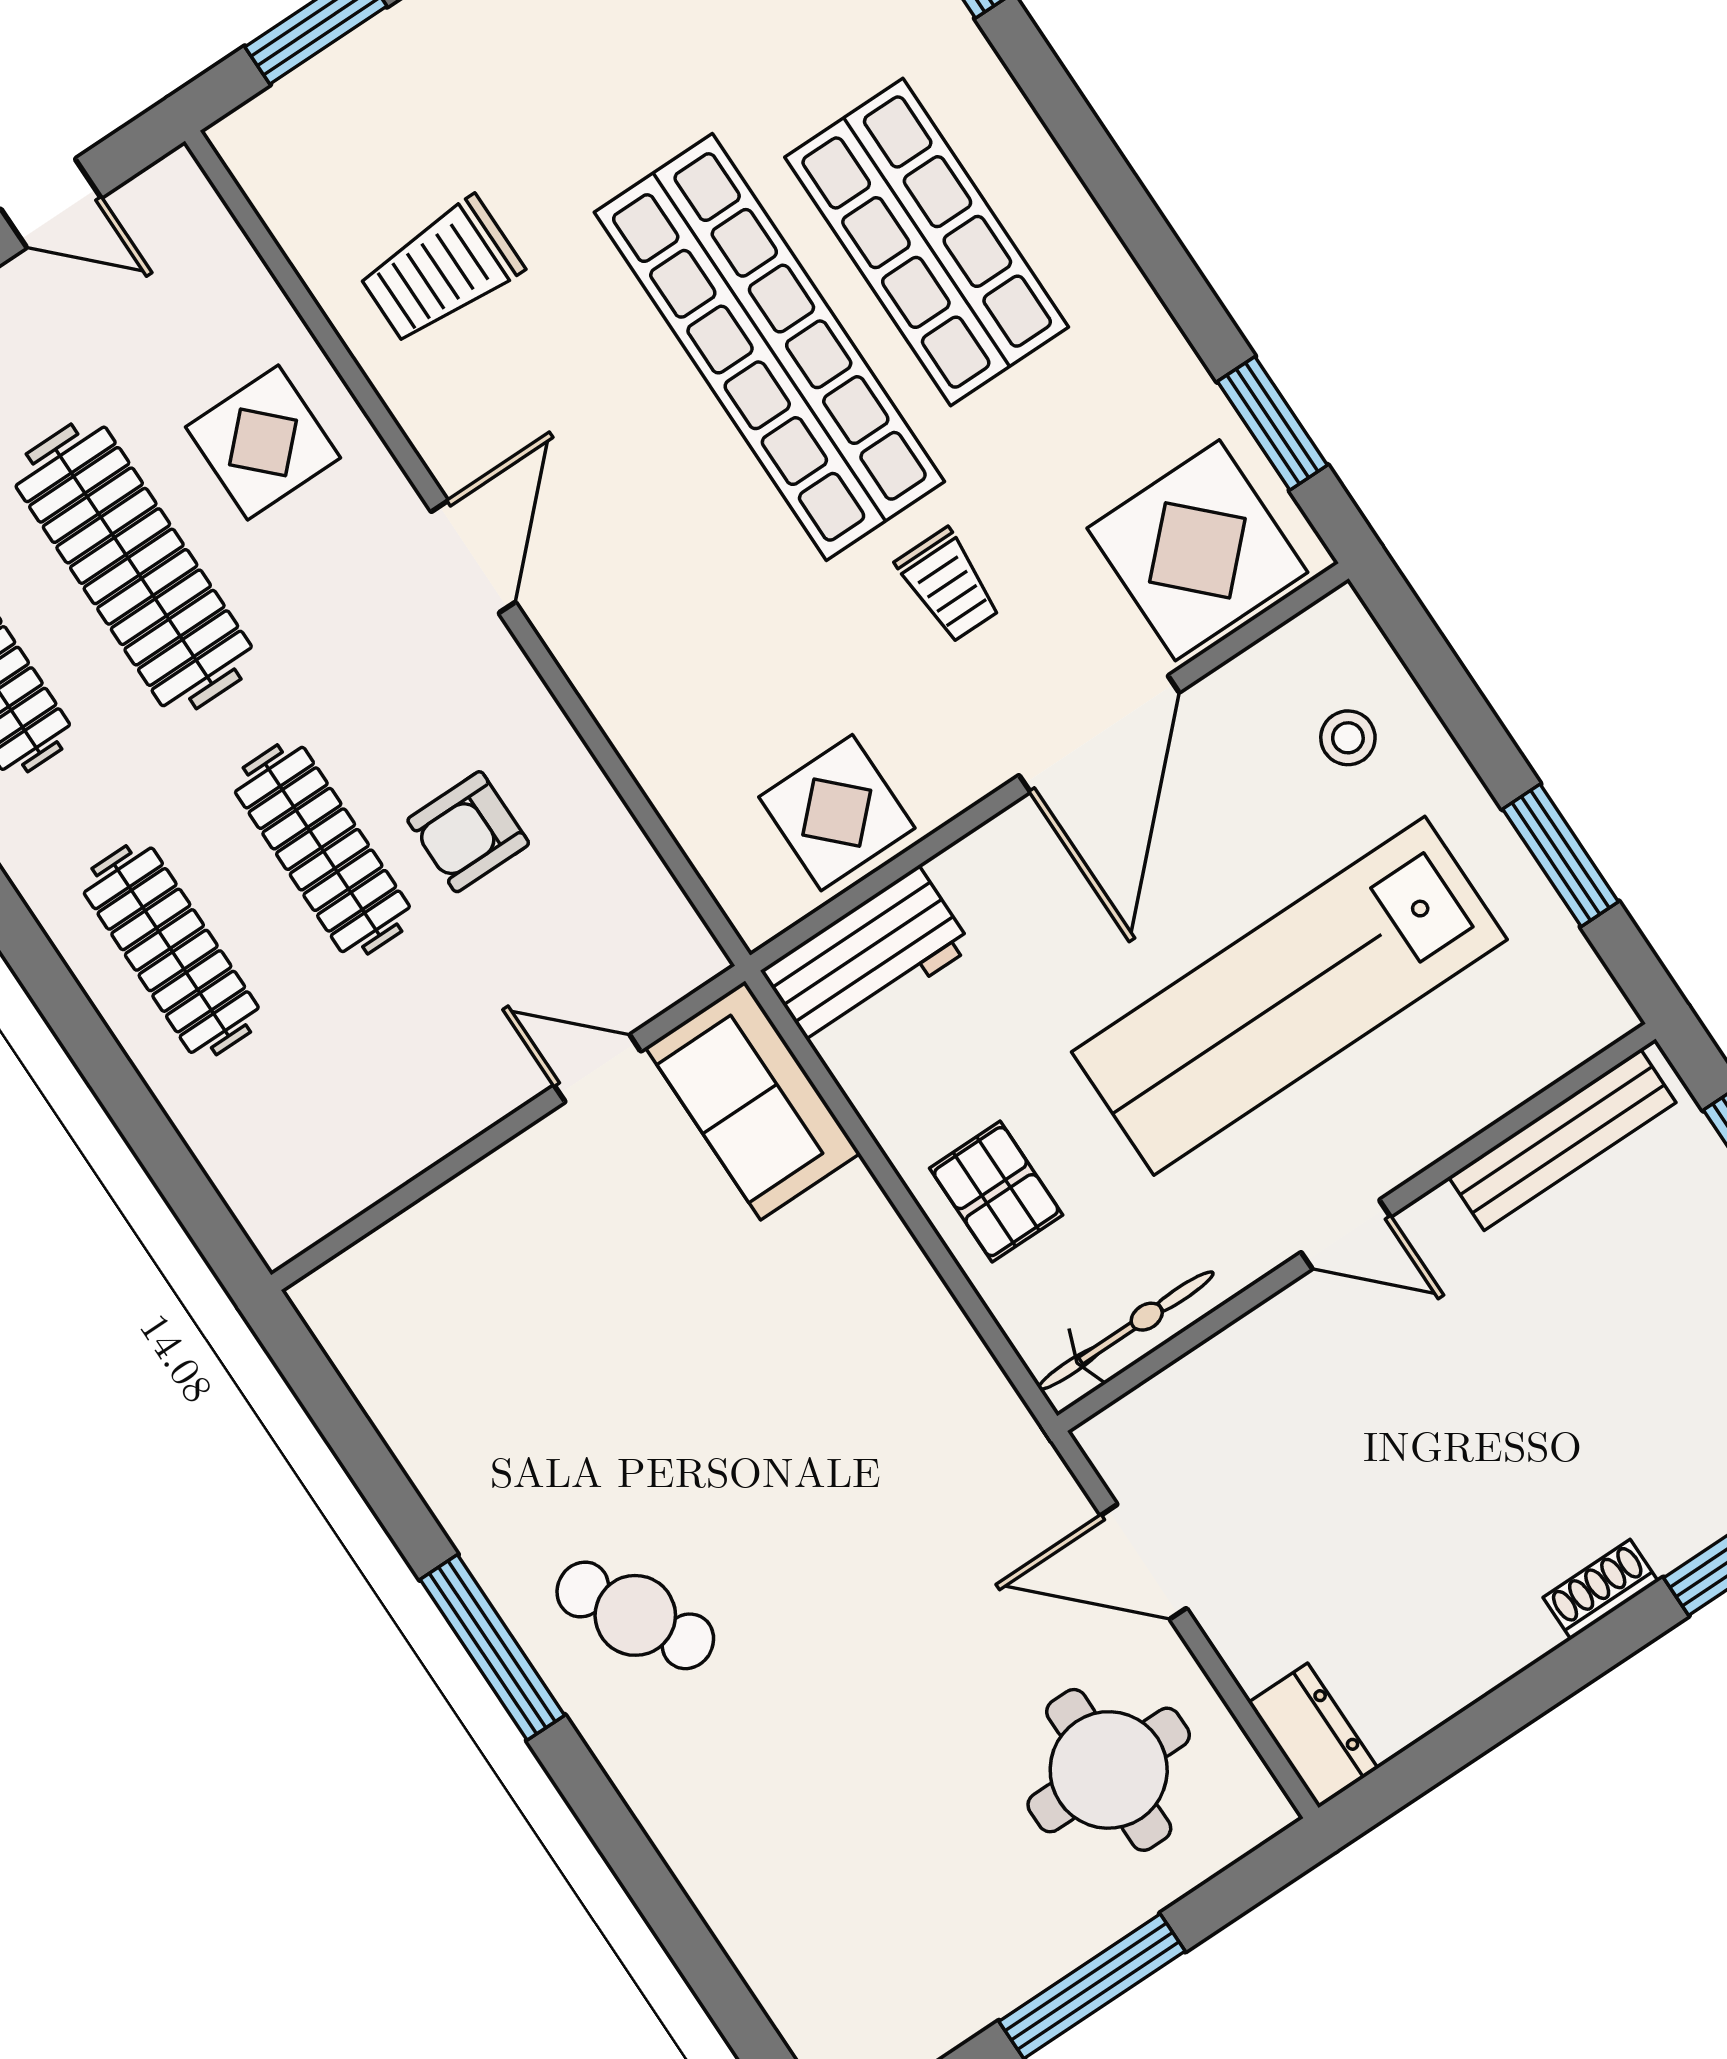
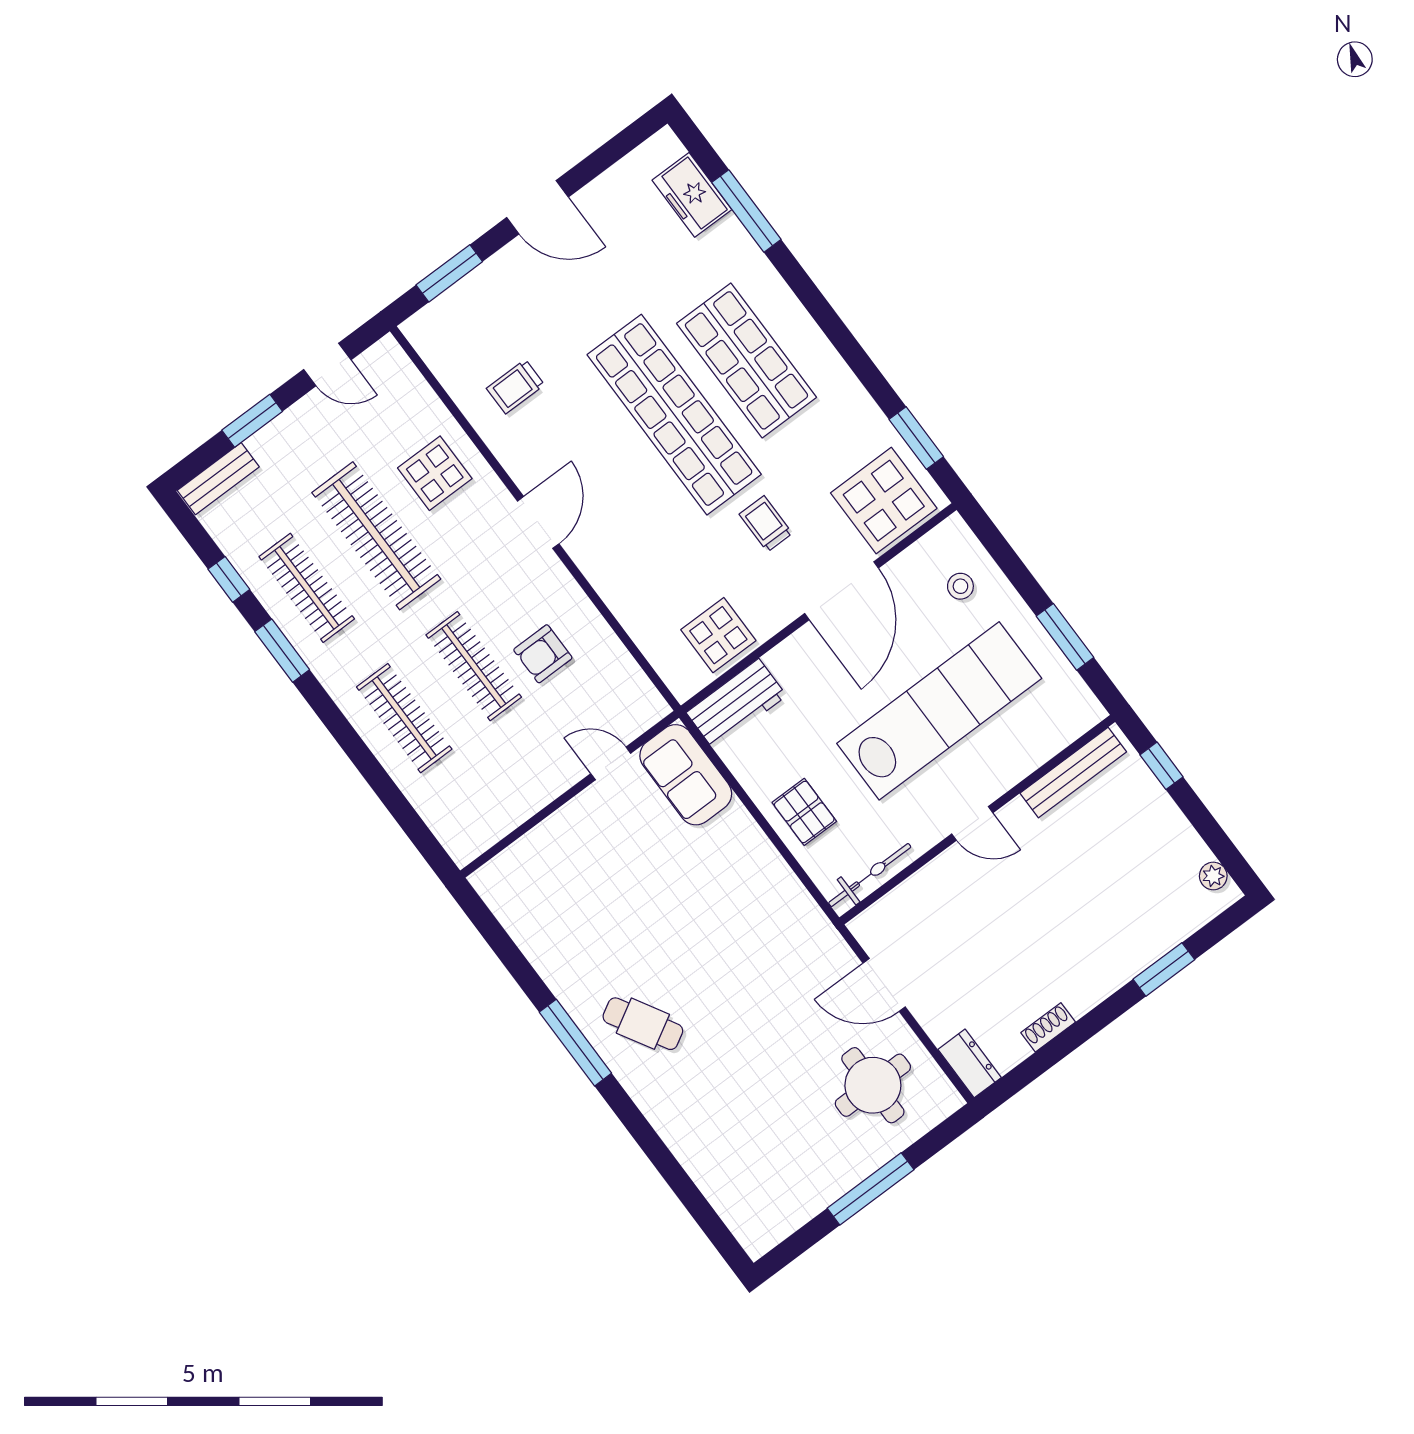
trolley: (441, 271) -> (515, 387), width x0.73, depth x0.72
trolley: (948, 585) -> (766, 524), turned 180
lab bench: (1289, 996) -> (939, 711), turned 180
shoe rack: (1601, 1589) -> (1048, 1027), moved

